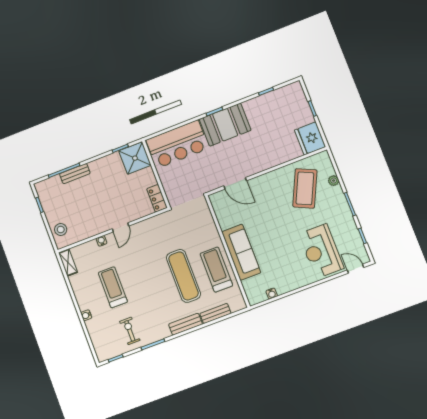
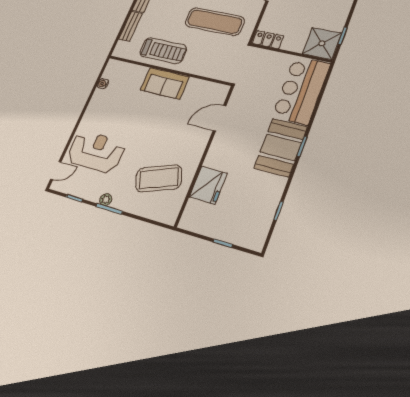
fridge: (310, 138) -> (208, 185), moved, turned 90
plant: (334, 181) -> (106, 200), moved
coffee table: (305, 188) -> (159, 178), turned -46
sofa: (241, 252) -> (165, 83), width x0.73
exercise mat: (183, 276) -> (215, 22), moved

